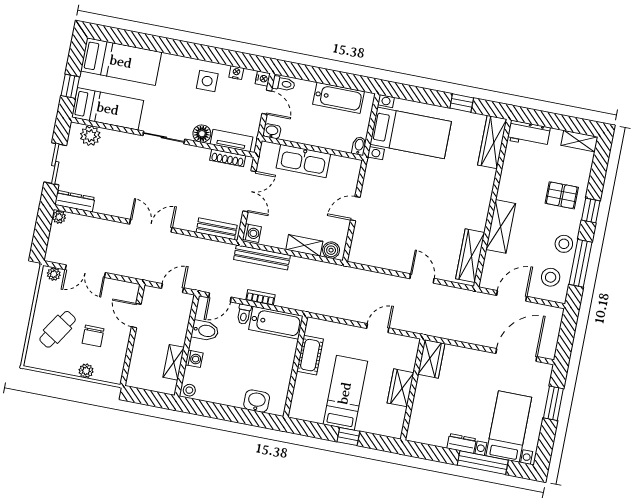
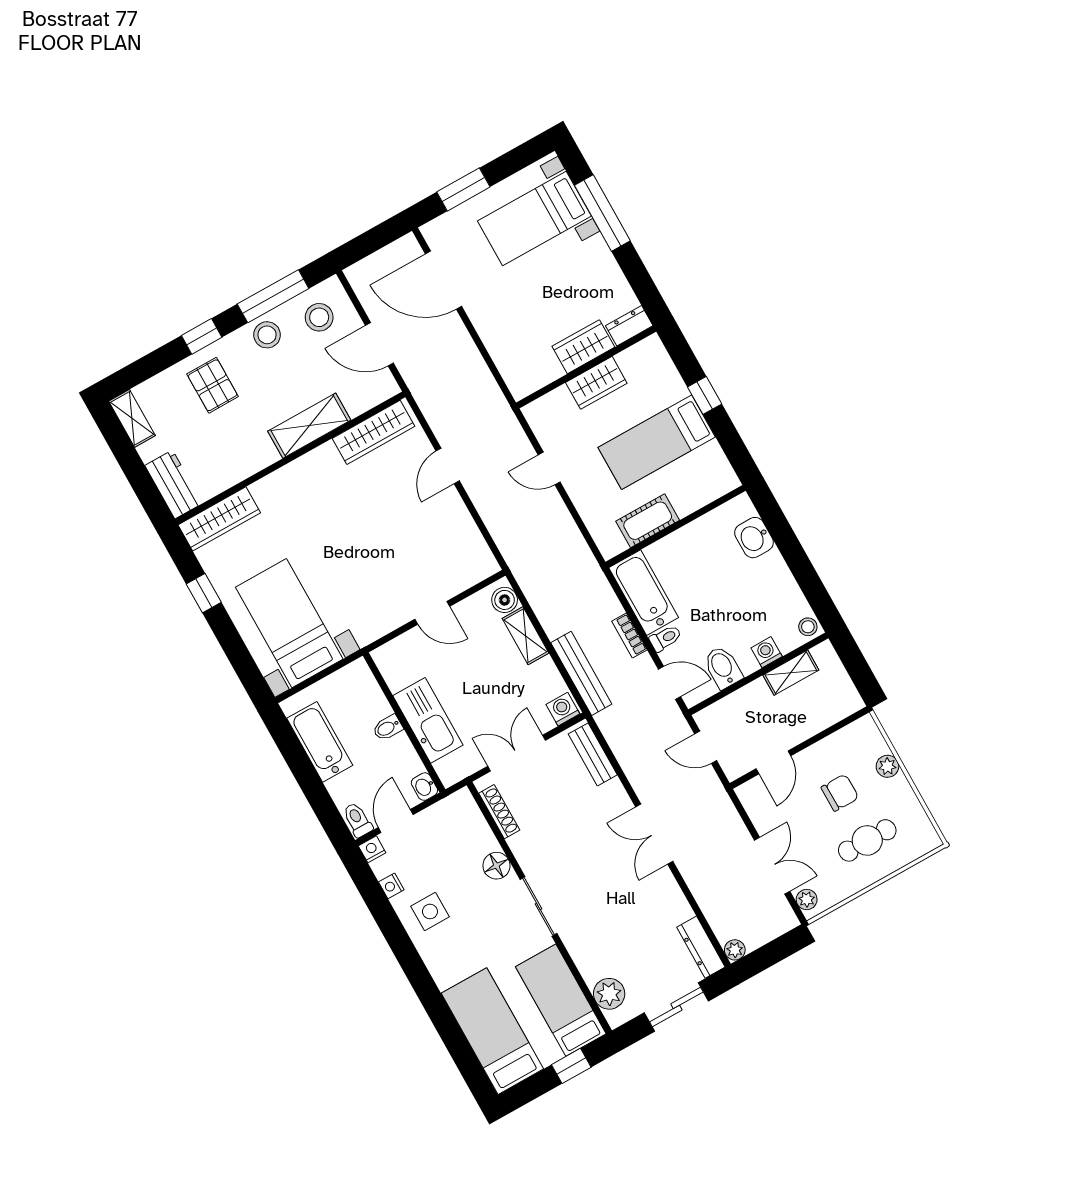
tv unit: (232, 141) -> (475, 824), removed
bidet: (359, 146) -> (388, 728), moved
cafe table: (58, 329) -> (867, 840), turned -33
wardrobe: (431, 359) -> (583, 347), moved
dresser: (462, 443) -> (629, 326), moved, turned 90

